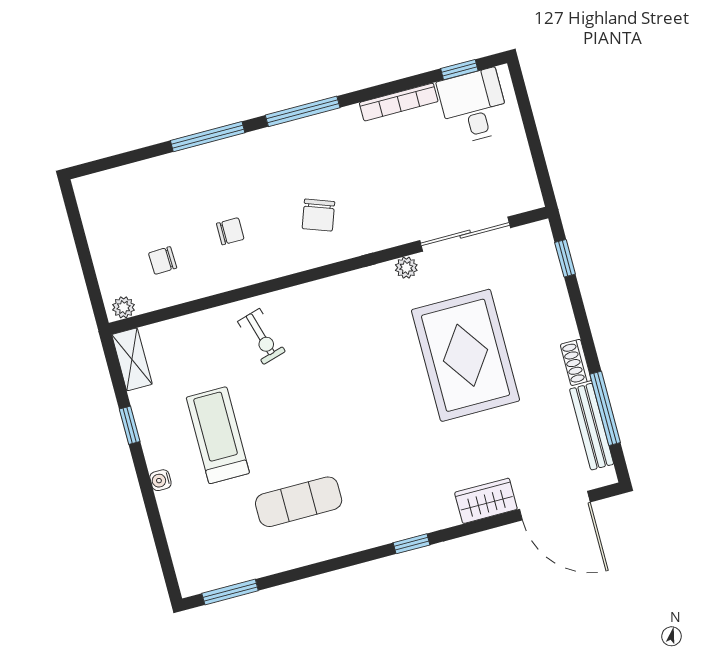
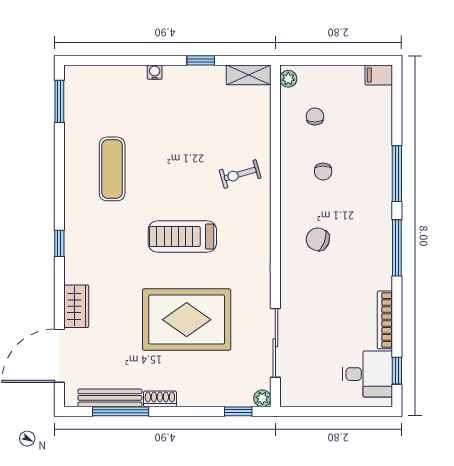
filing cabinet: (88, 193) -> (379, 75), added
plant: (406, 268) -> (262, 398), moved
treadmill: (218, 435) -> (182, 236), moved, turned 180

